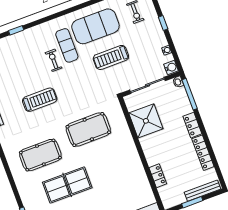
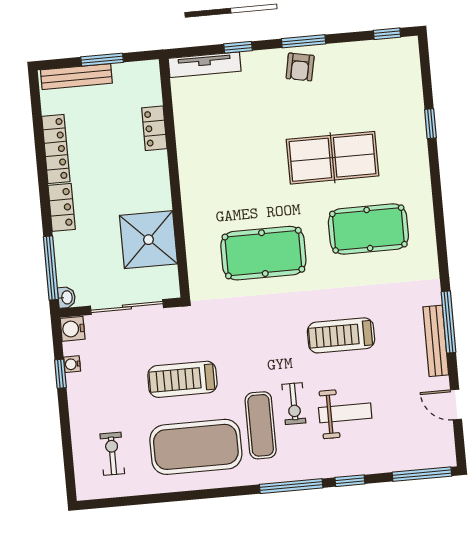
window: (44, 20) -> (291, 486), added
window: (163, 23) -> (60, 374), moved
treadmill: (111, 57) -> (182, 379), turned 180
weight bench: (27, 63) -> (345, 413), added

